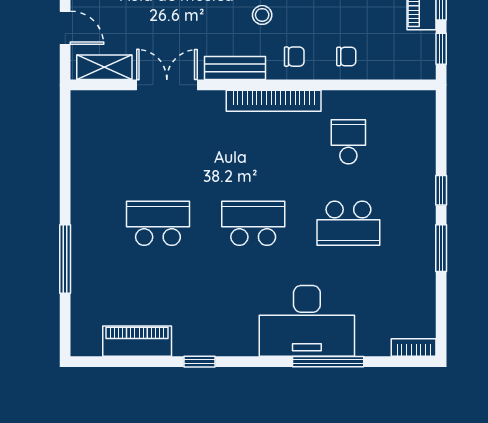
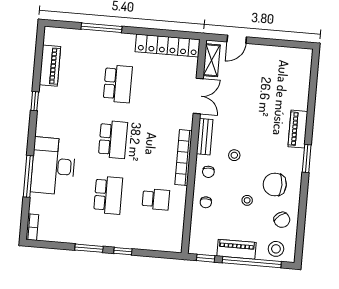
locker: (86, 144) -> (168, 46), added
school desk: (348, 223) -> (108, 195), turned 180

